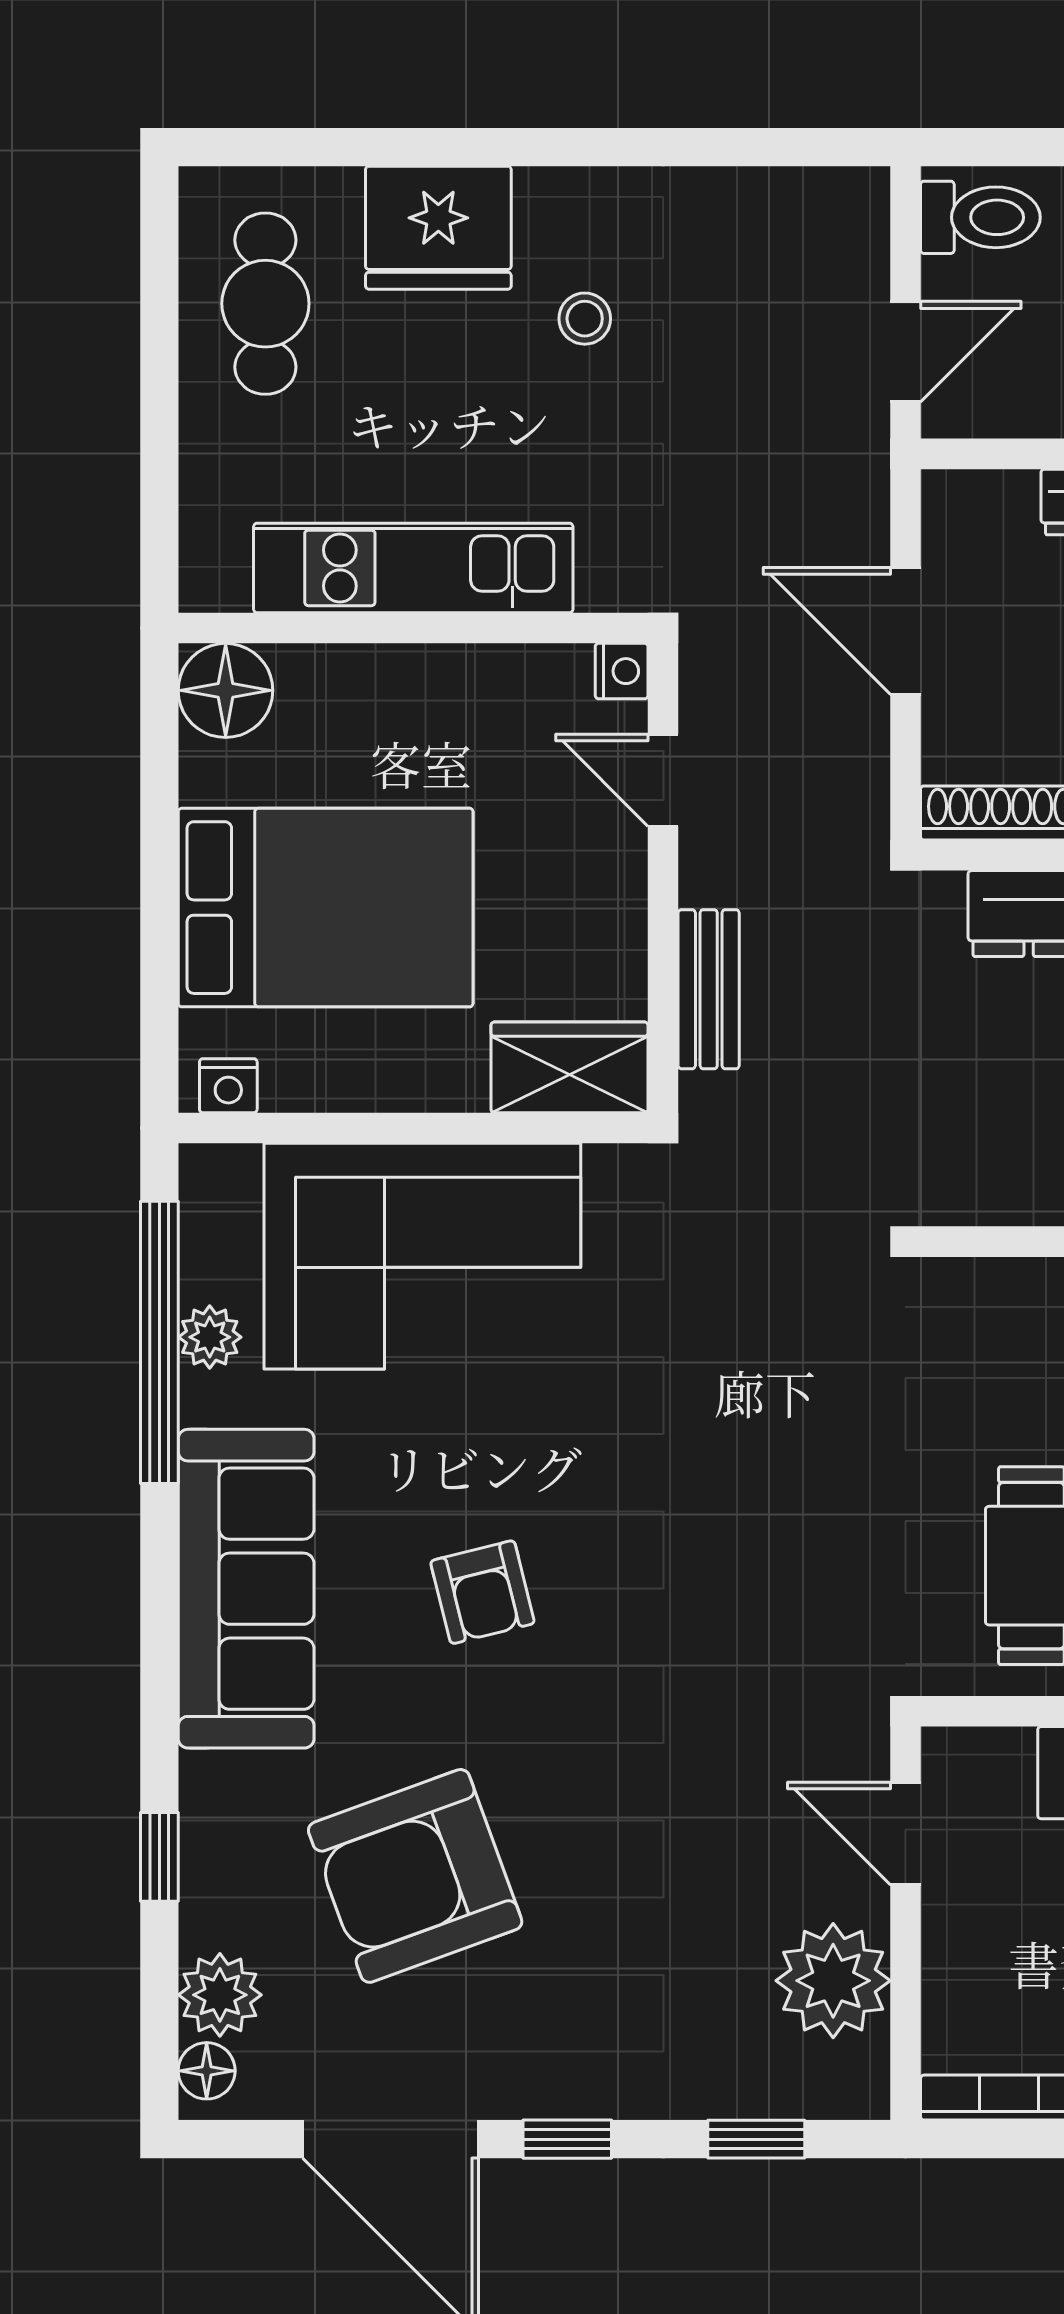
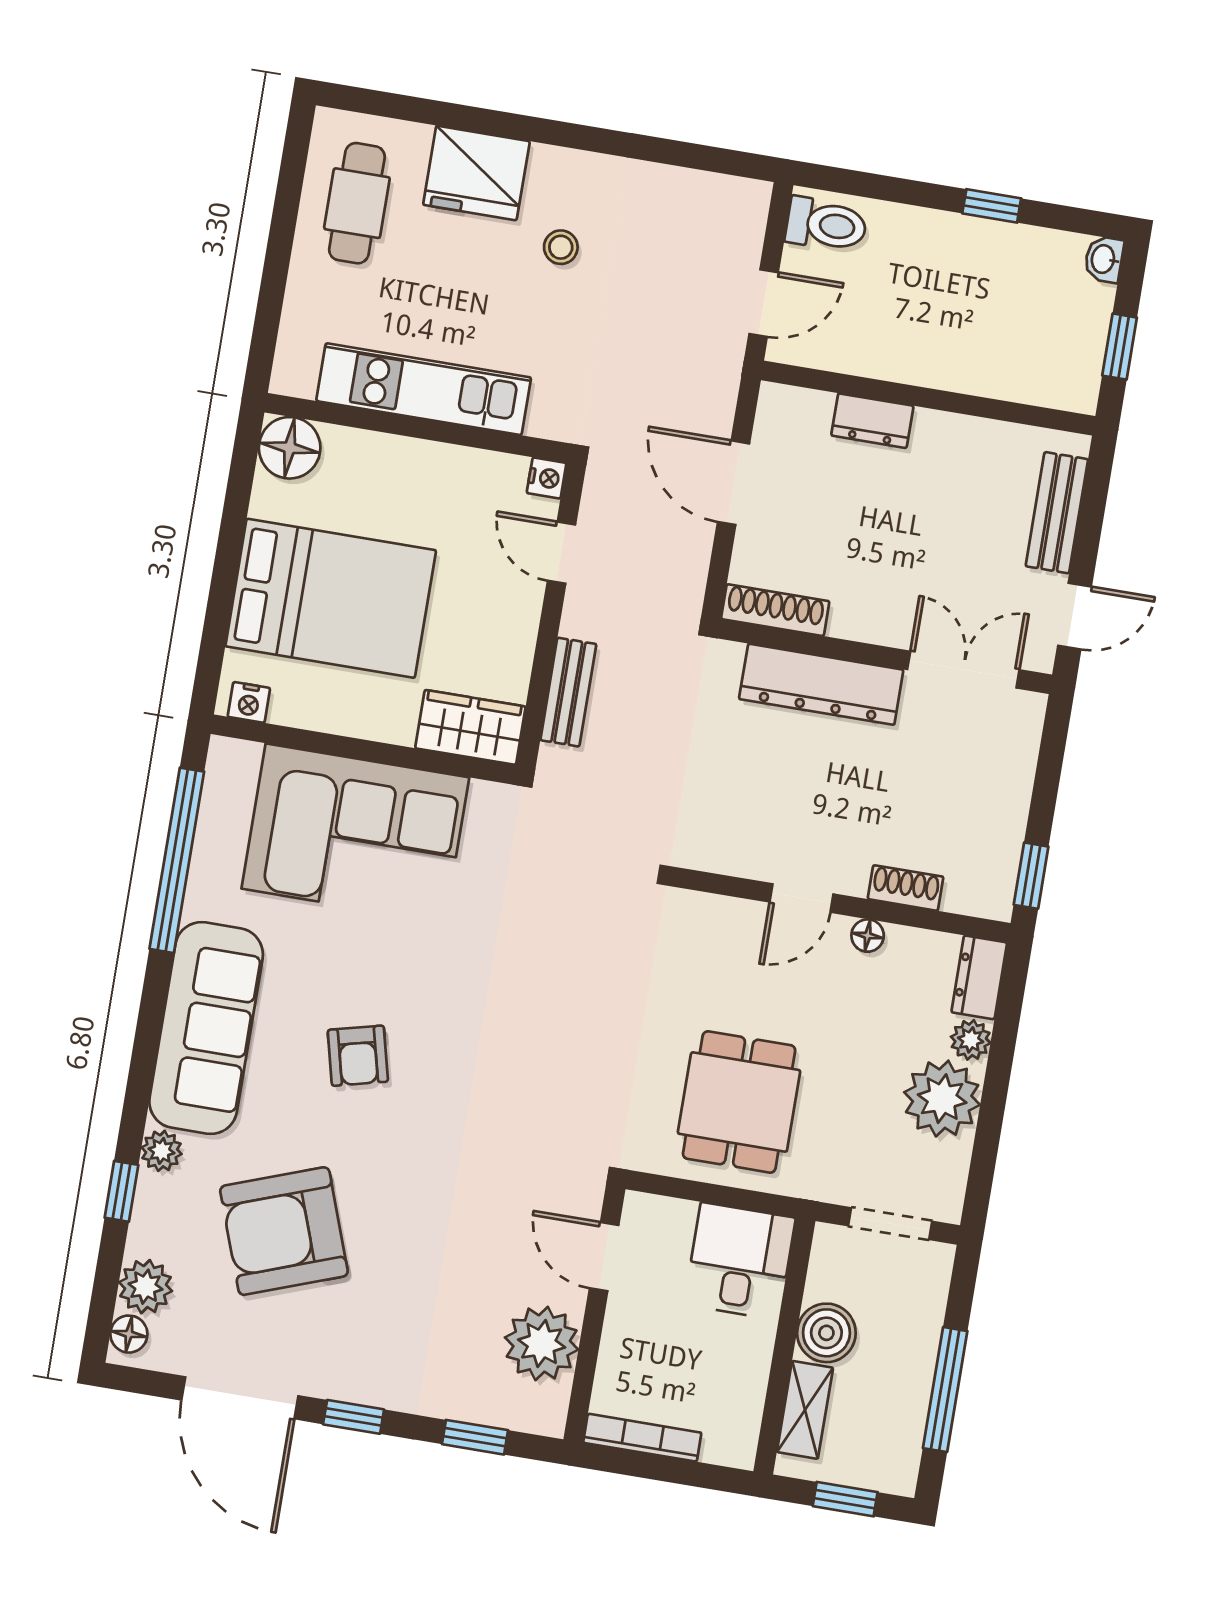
plant: (210, 1337) -> (162, 1151), moved

